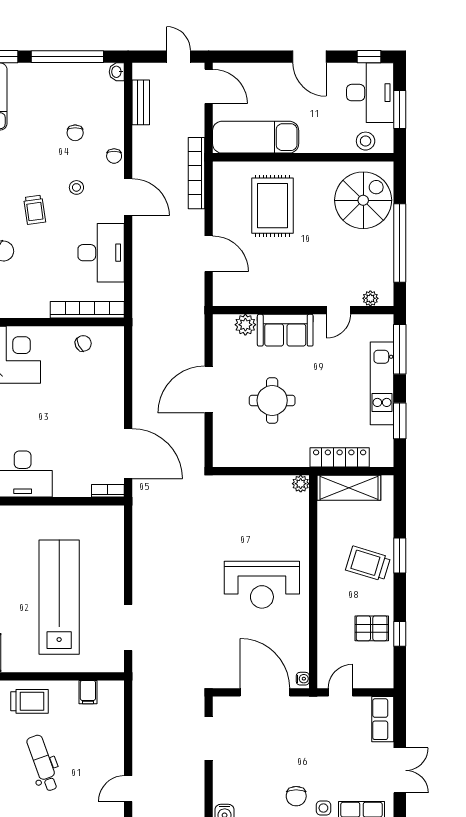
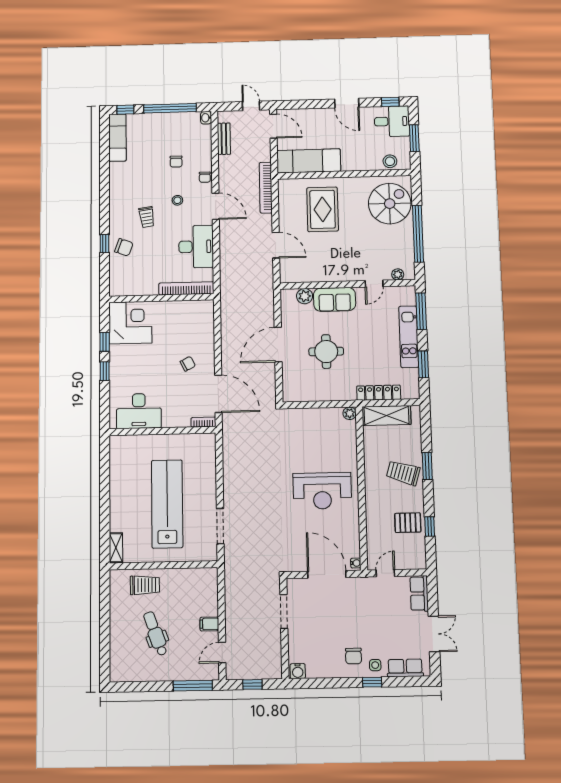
desk: (370, 93) -> (392, 121), width x0.73
chair: (83, 343) -> (188, 364), moved
filing cabinet: (88, 692) -> (209, 624), moved, turned 90

